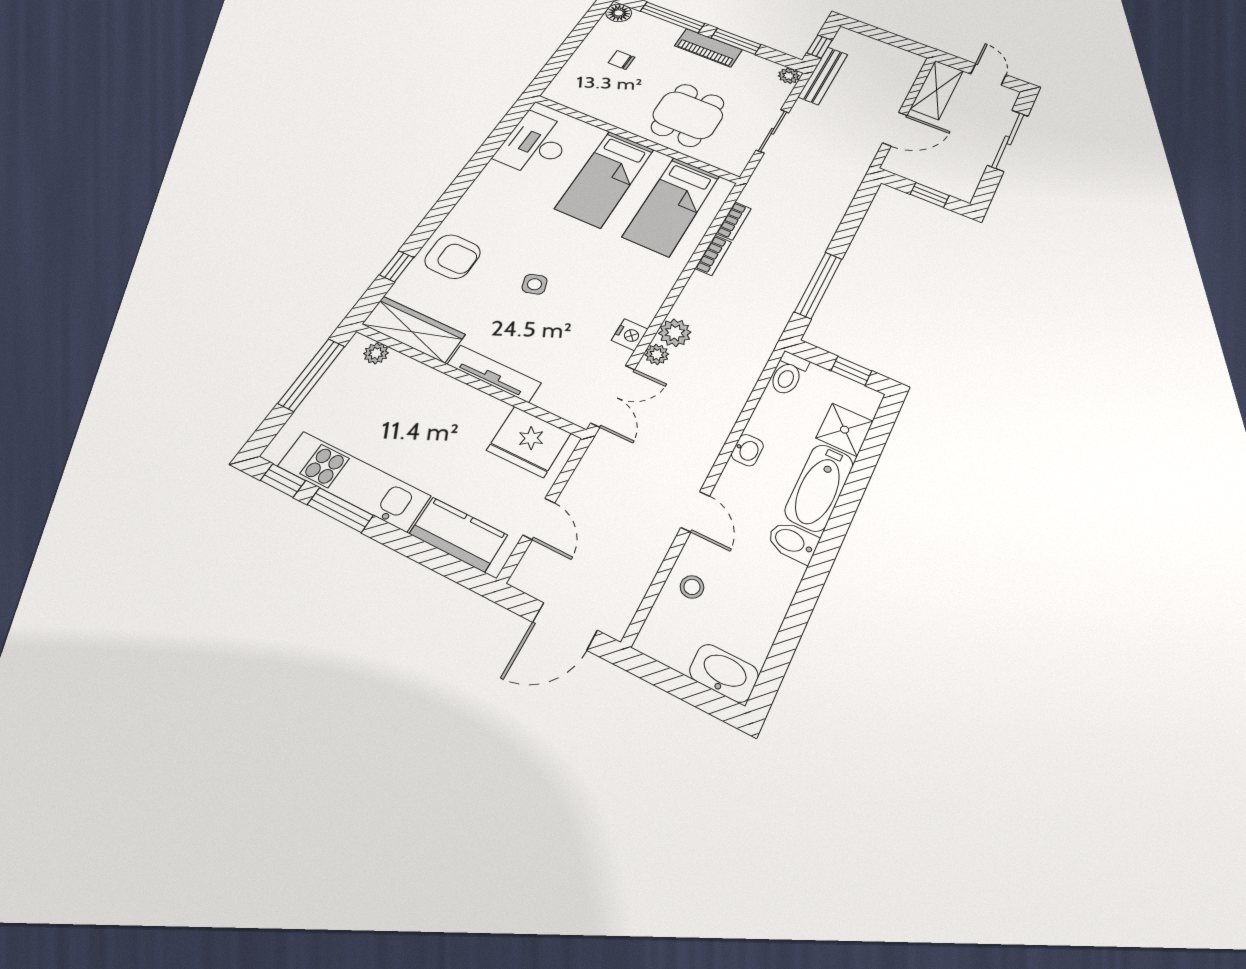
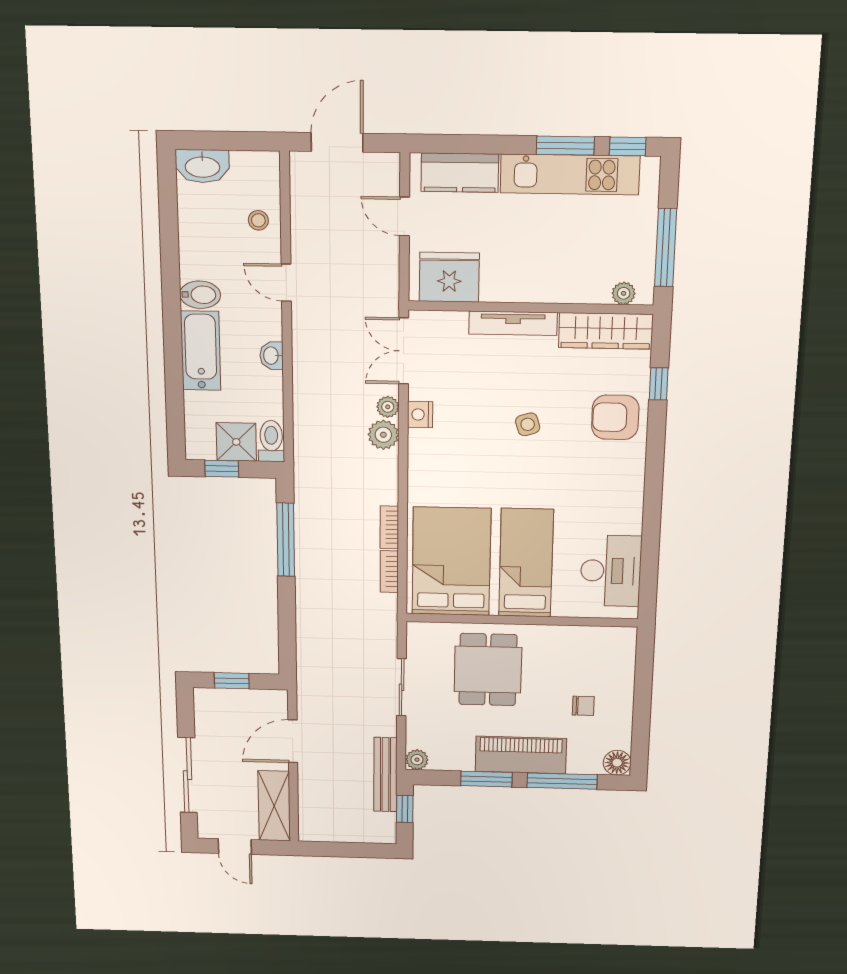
piano: (708, 48) -> (521, 755), width x1.37, depth x1.33
bed: (671, 206) -> (451, 561), width x1.50
shower: (845, 430) -> (236, 442), moved

